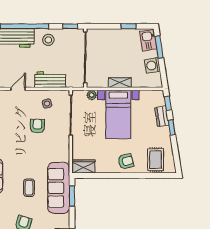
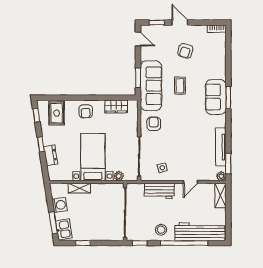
shelving: (120, 83) -> (79, 188), moved
window: (168, 103) -> (36, 115), moved
armchair: (37, 126) -> (154, 124), moved, turned 180
armchair: (126, 161) -> (86, 111), turned -76
wardrobe: (83, 166) -> (116, 106), moved

